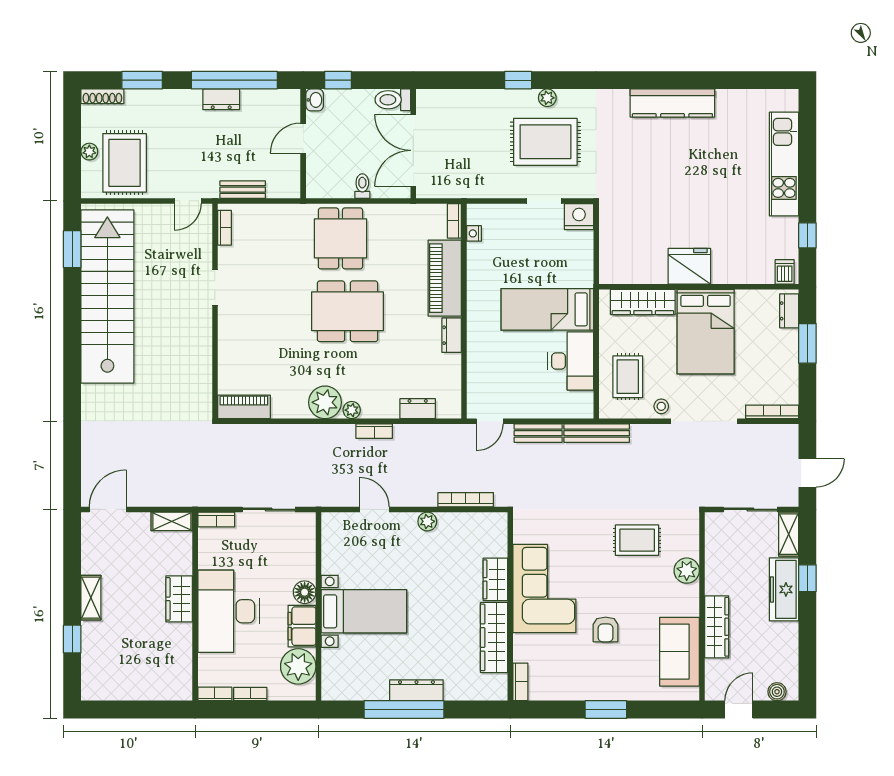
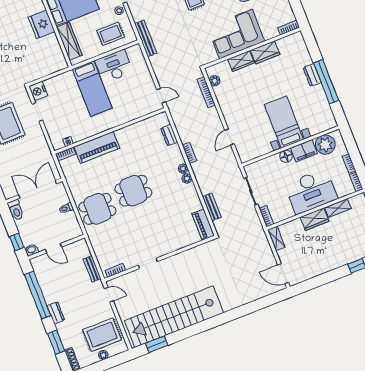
dresser: (221, 99) -> (56, 313), moved
double door: (413, 150) -> (38, 189), swing flipped
dining table: (348, 311) -> (133, 191), width x0.73
dresser: (452, 335) -> (125, 132), removed
plant: (325, 402) -> (187, 178), width x0.53, depth x0.53
bench: (538, 433) -> (212, 207), moved
plant: (427, 521) -> (215, 81), moved
shelving: (91, 598) -> (338, 208), moved
wardrobe: (494, 637) -> (265, 52), width x0.67
dresser: (416, 690) -> (312, 75), width x0.70

